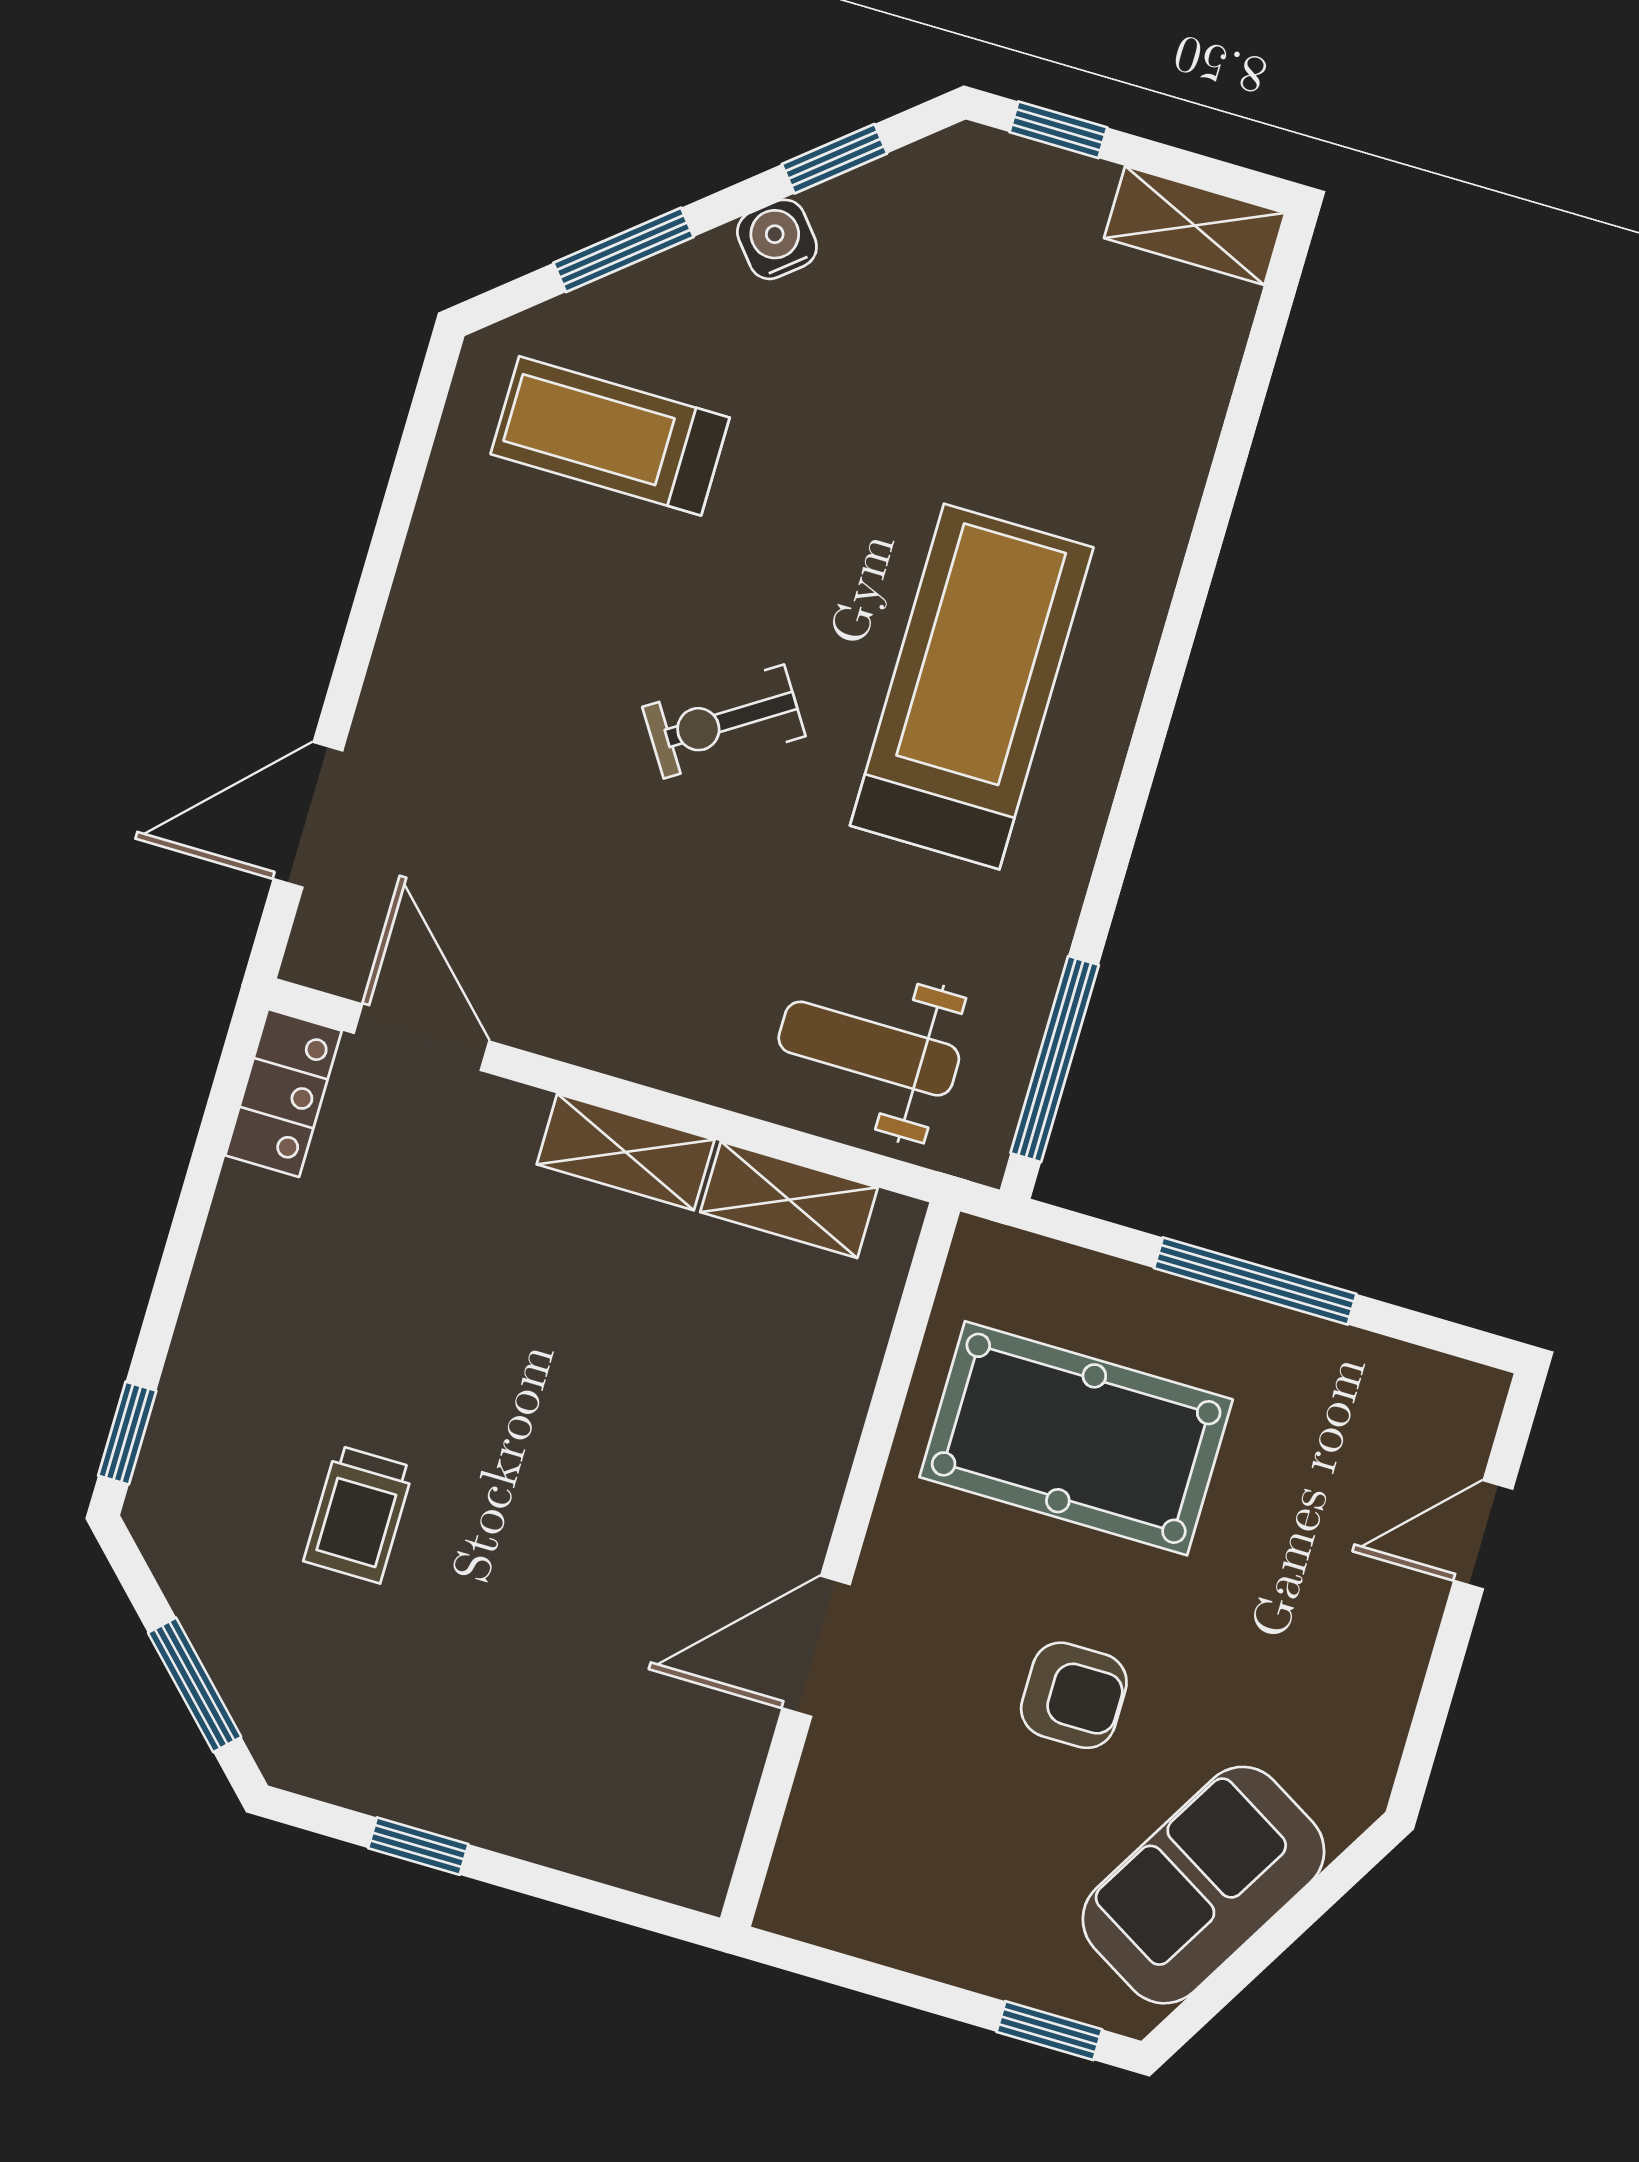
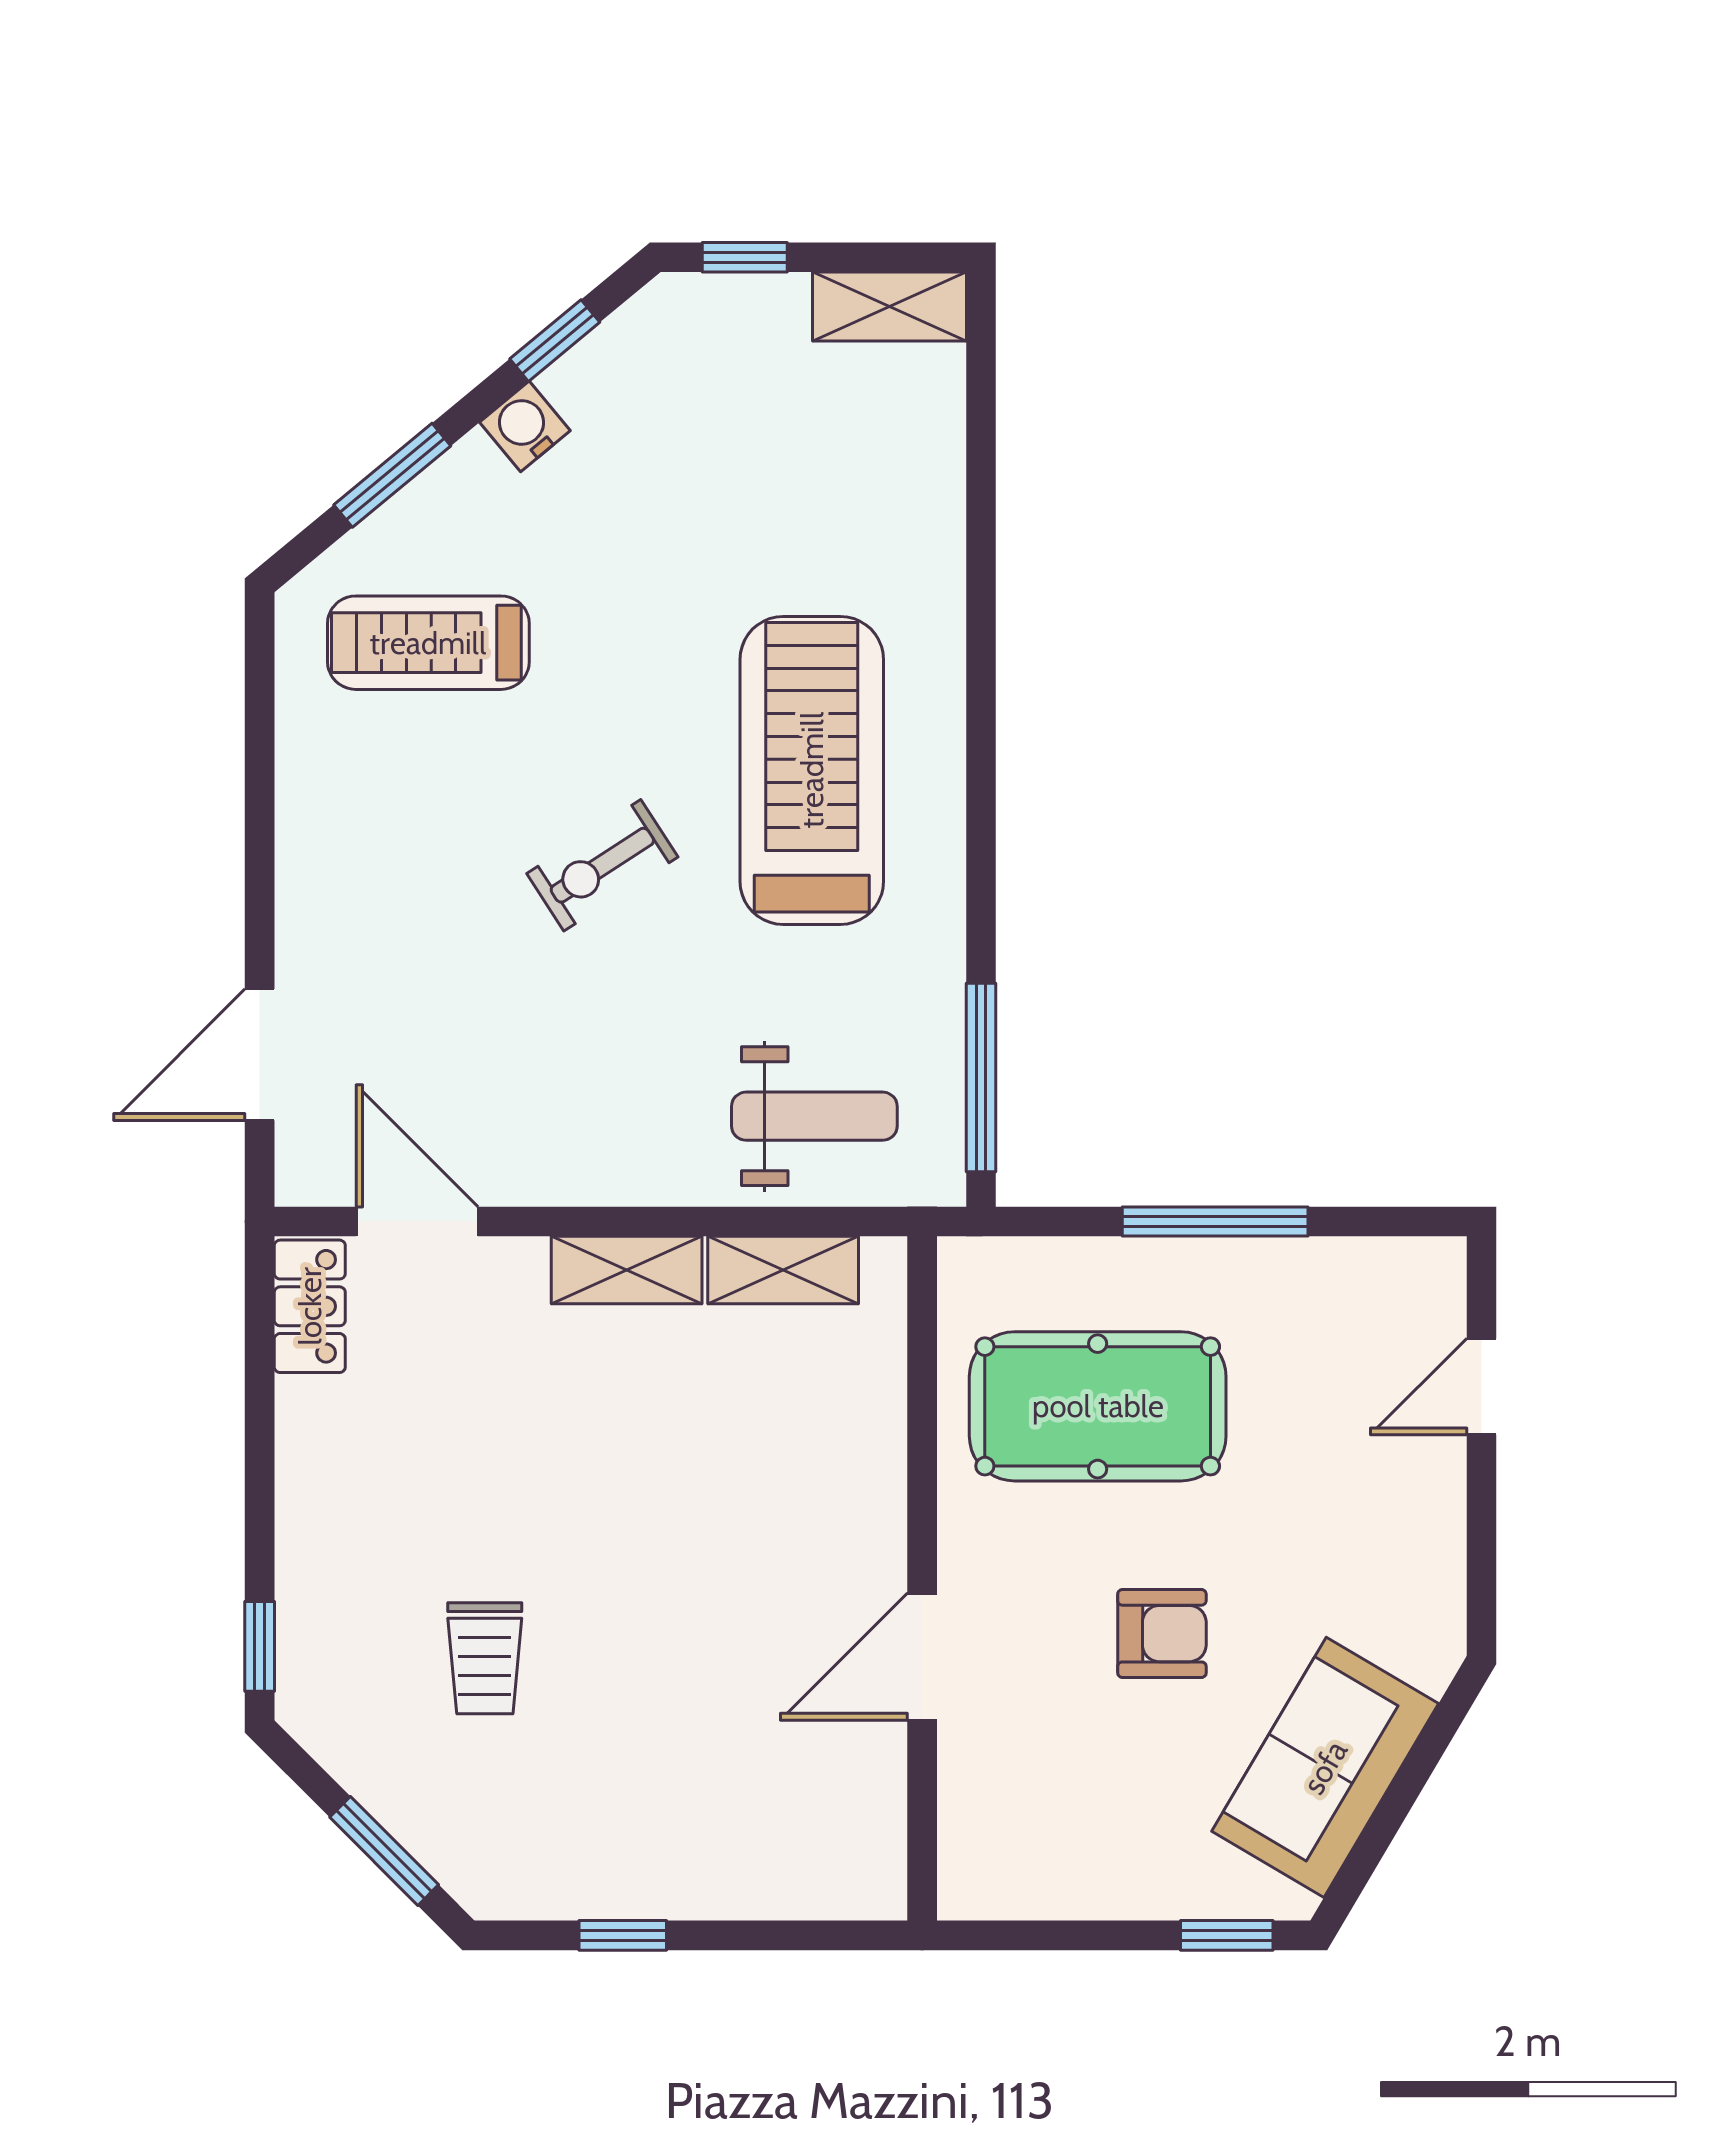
weight bench: (869, 1049) -> (814, 1116), turned 180

